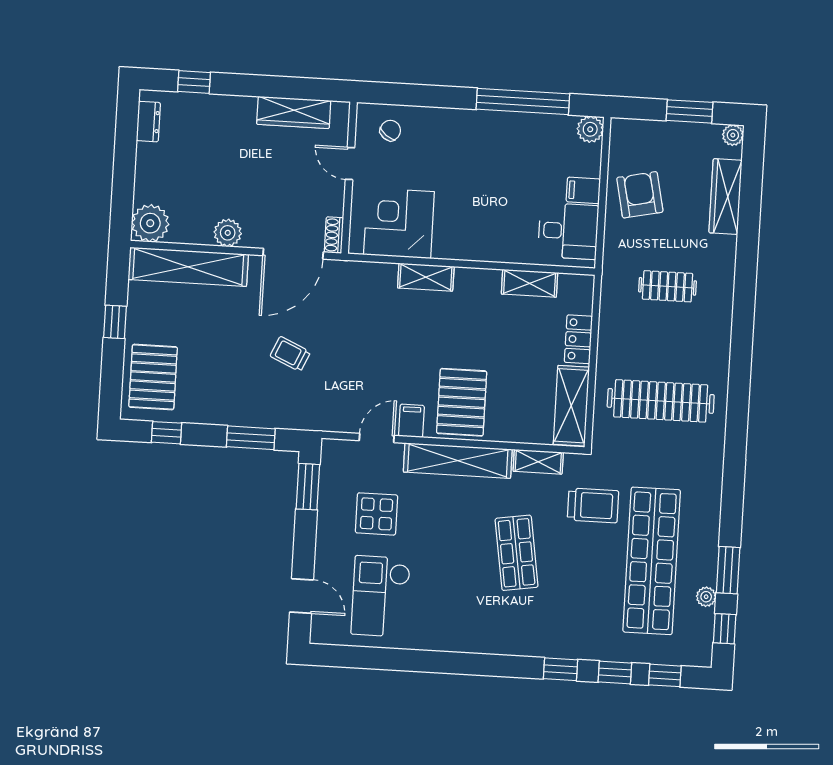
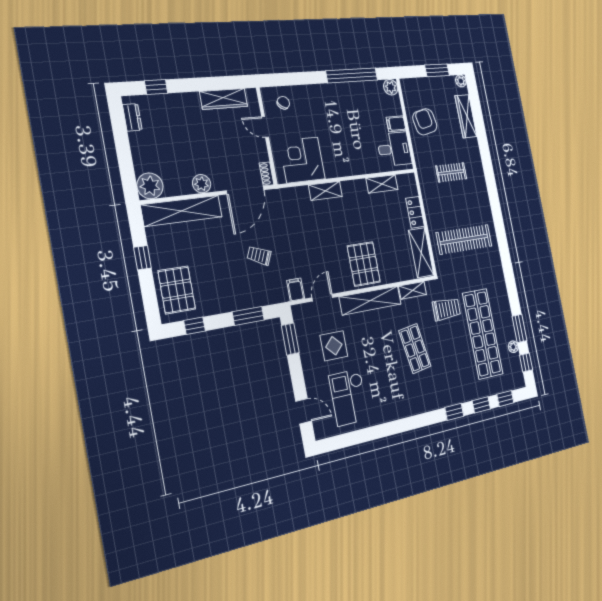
filing cabinet: (411, 421) -> (296, 290), moved

